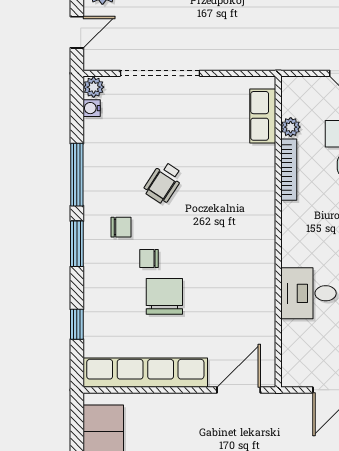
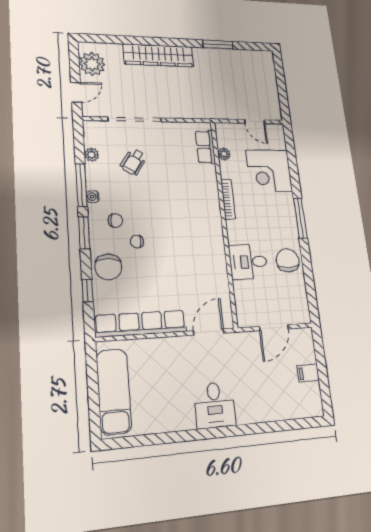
plant: (94, 87) -> (92, 155), moved
water cooler: (92, 108) -> (93, 197), moved
bookcase: (289, 170) -> (228, 199), moved
wheelchair: (163, 183) -> (134, 162), moved
chair: (164, 296) -> (108, 267), moved, turned 180

